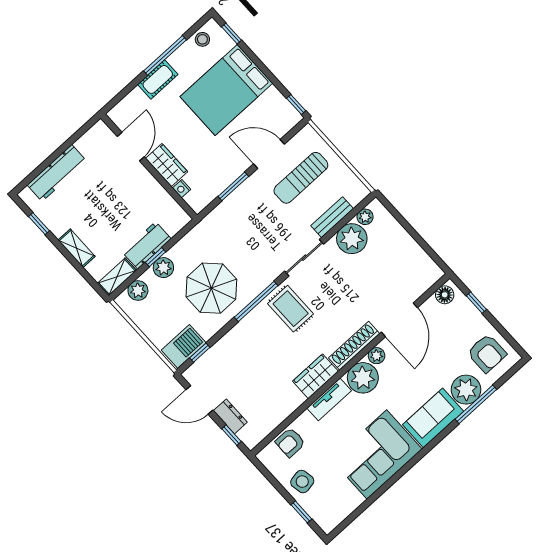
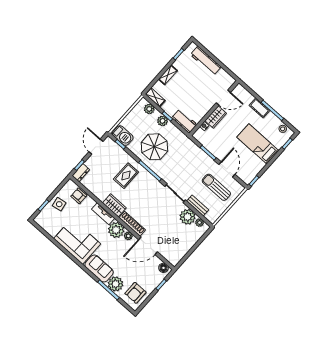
bed: (226, 90) -> (258, 144), width x0.67
workbench: (147, 245) -> (184, 121), moved
rug: (291, 309) -> (126, 176), moved
dresser: (230, 416) -> (81, 173), moved

